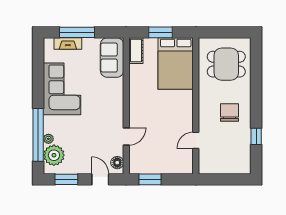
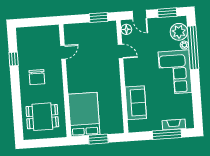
cot: (136, 51) -> (117, 123), removed
sofa: (112, 58) -> (136, 103), moved
corner sofa: (62, 89) -> (175, 72), moved
door: (126, 136) -> (120, 51), swing flipped

